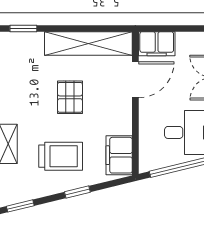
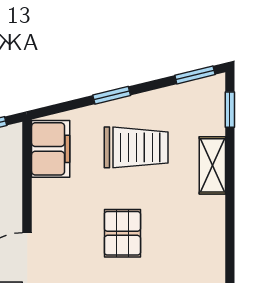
trolley: (61, 156) -> (136, 147), turned 180

